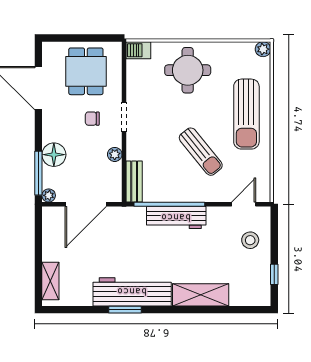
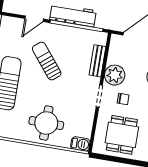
plant: (115, 154) -> (115, 75), width x1.88, depth x1.88
bench: (134, 181) -> (97, 61), moved
door: (244, 204) -> (34, 19), moved

